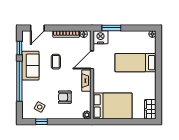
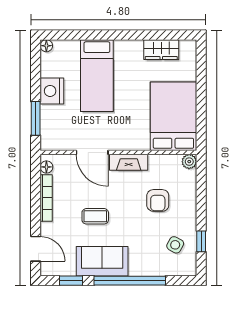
nightstand: (100, 37) -> (52, 91), moved
wardrobe: (150, 109) -> (161, 50), moved

